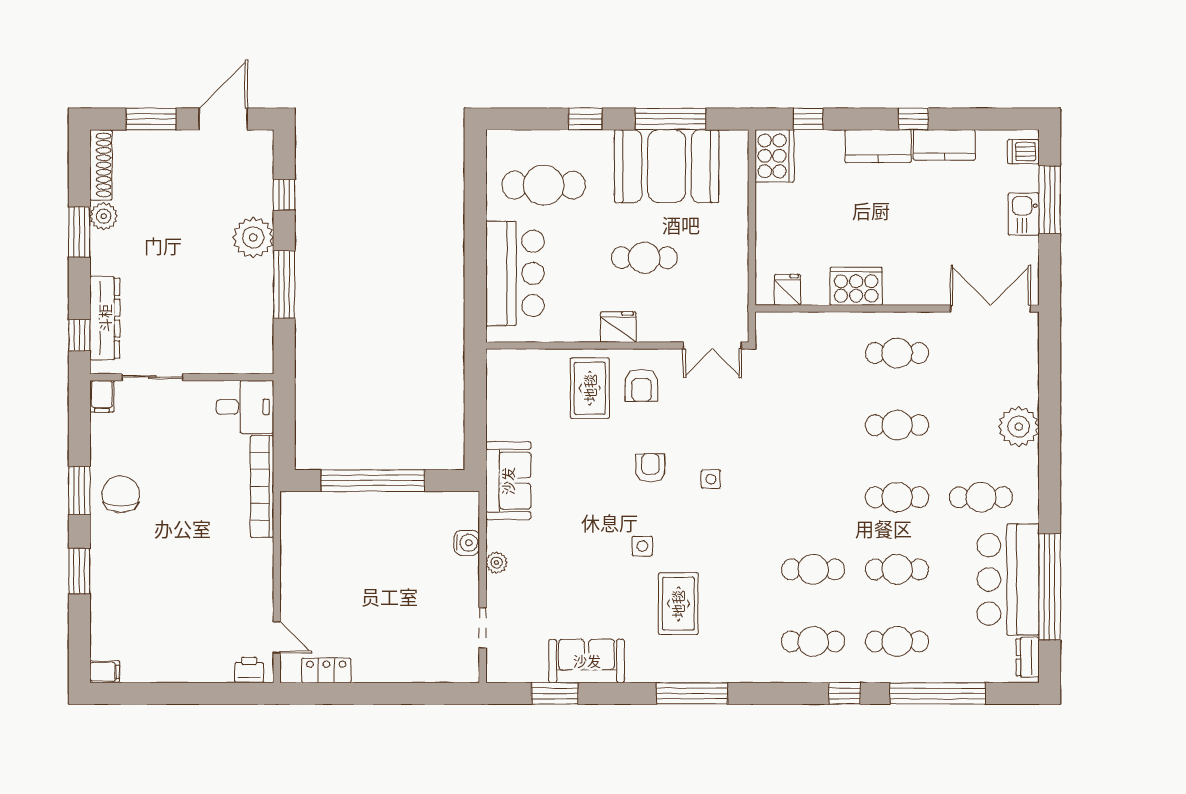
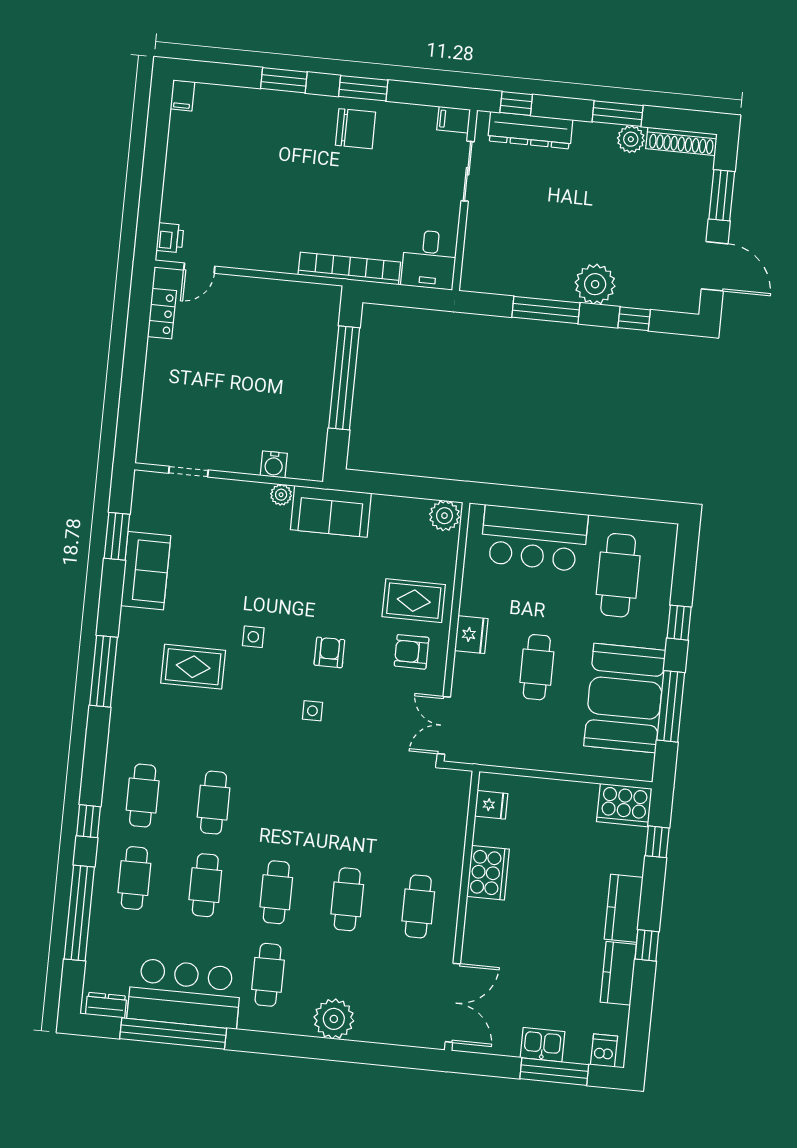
plant: (501, 366) -> (444, 516), added
armchair: (650, 468) -> (329, 652), turned -90
plant: (496, 563) -> (281, 495), moved

